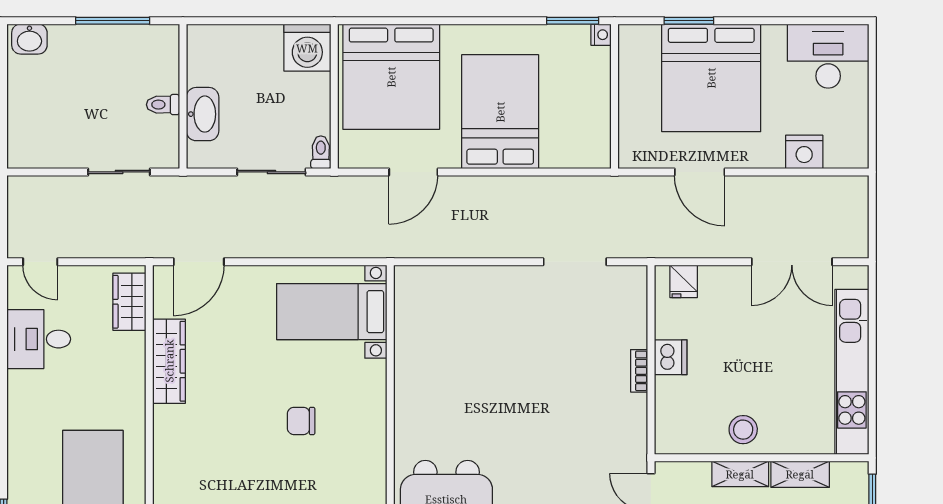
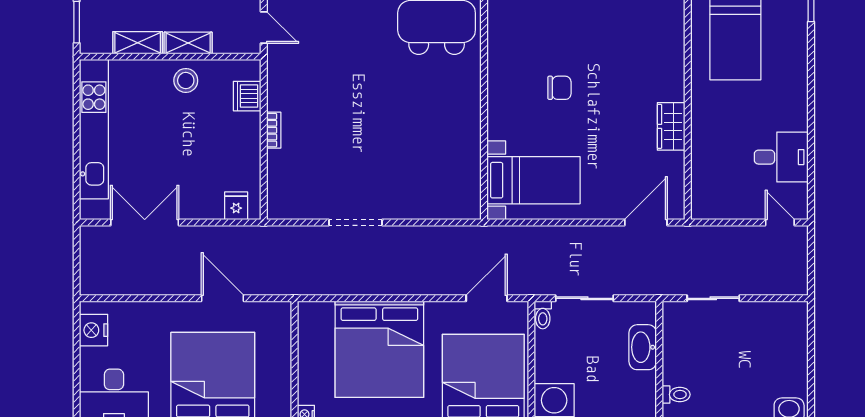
toilet: (163, 105) -> (676, 395), moved
bed: (500, 112) -> (379, 349), width x1.36
nightstand: (804, 152) -> (94, 330), moved, turned -90
door: (413, 172) -> (487, 298), moved
doorway: (575, 262) -> (355, 222), moved
wardrobe: (129, 302) -> (705, 189), removed
dishwasher: (671, 357) -> (247, 96), moved
wardrobe: (169, 361) -> (671, 126), width x0.67

